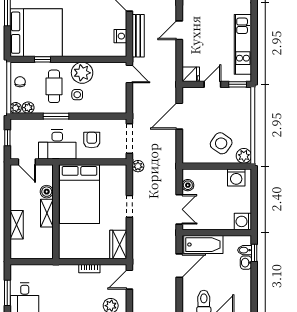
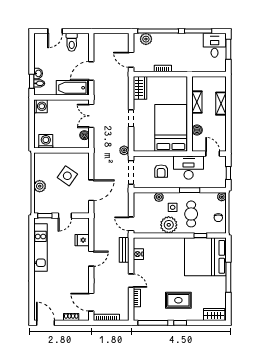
bench: (138, 36) -> (124, 250), width x0.73
fridge: (191, 74) -> (82, 240), moved
plant: (28, 108) -> (159, 197), moved
side table: (221, 143) -> (67, 176), moved
plant: (244, 156) -> (40, 186), moved
shelving: (47, 213) -> (197, 102), moved
door: (129, 280) -> (131, 60), swing flipped

